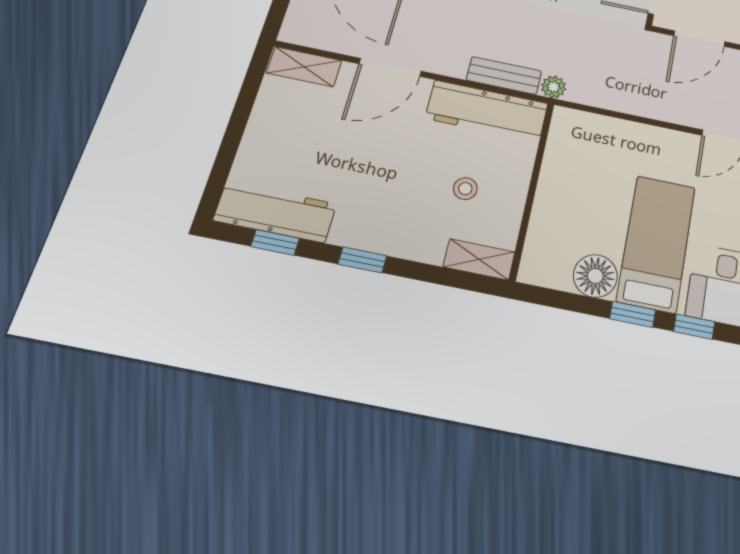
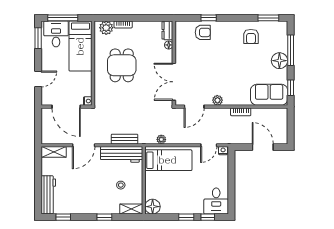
plant: (554, 87) -> (161, 139), moved
workbench: (275, 212) -> (48, 195), moved, turned 90
bed: (656, 243) -> (168, 160), moved, turned 90
window: (362, 260) -> (104, 217), moved
floor lamp: (595, 276) -> (153, 207), moved

